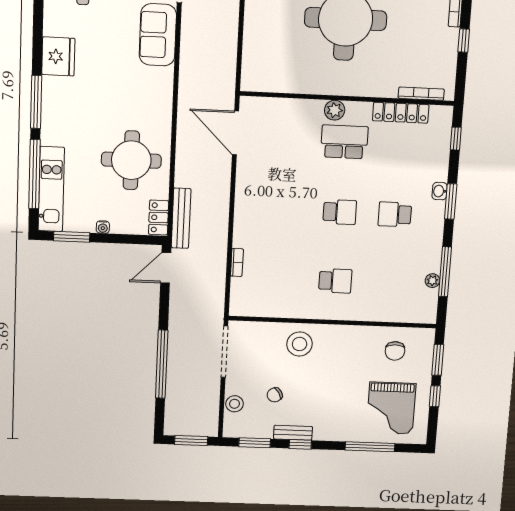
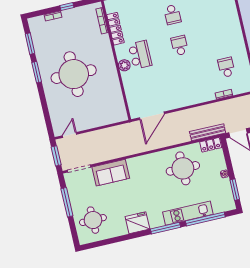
school desk: (344, 142) -> (140, 55), turned 180
kitchen unit: (51, 189) -> (188, 213), moved
school desk: (335, 281) -> (226, 67), moved

